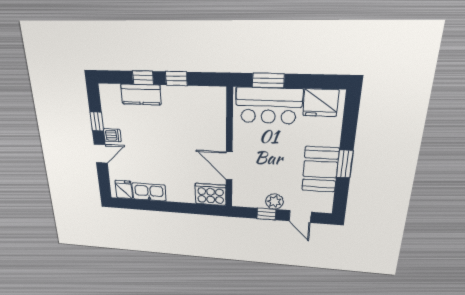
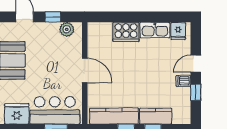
kitchen counter: (192, 96) -> (114, 116), added
door: (229, 166) -> (85, 70), moved
cooker: (211, 194) -> (126, 32), moved
plant: (274, 201) -> (67, 29), moved

